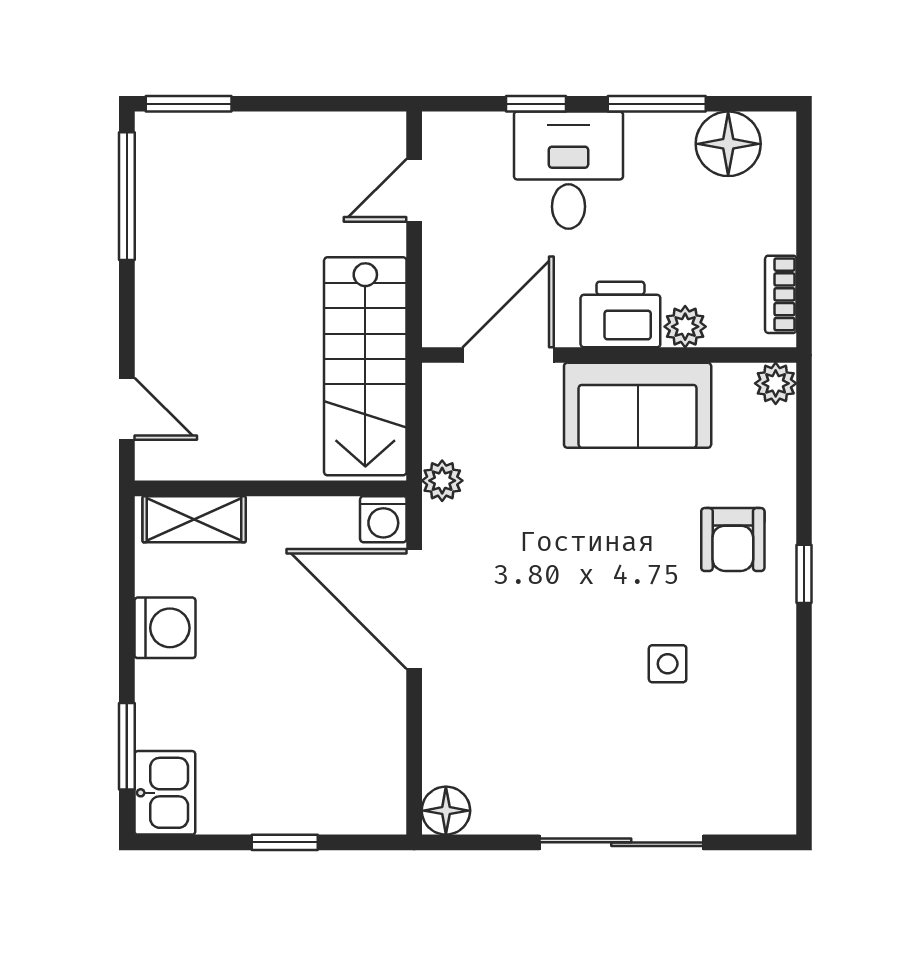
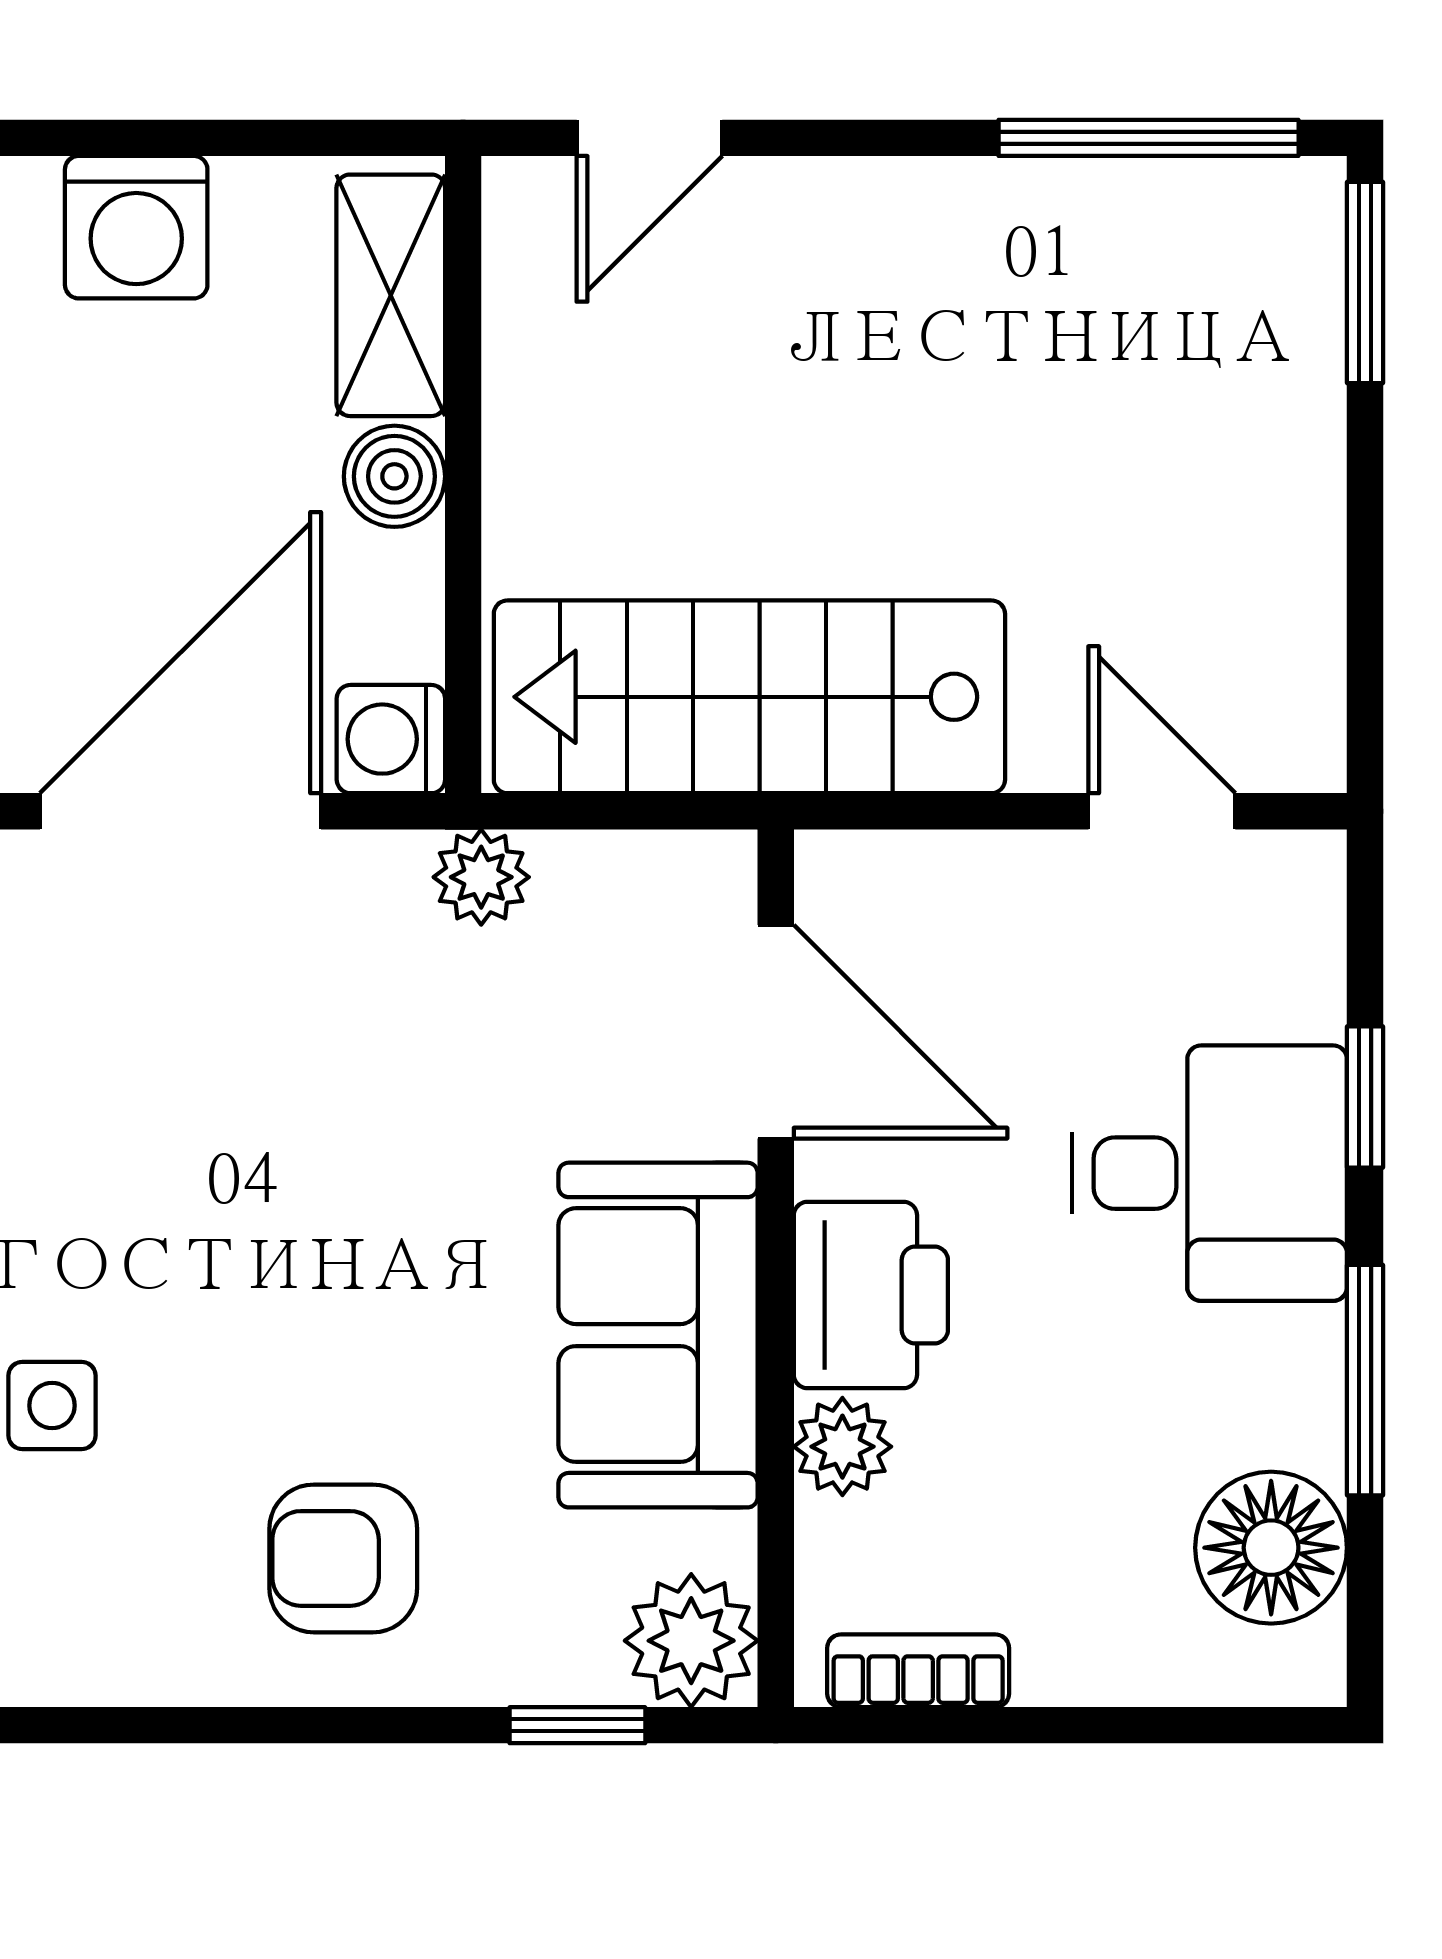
plant: (776, 383) -> (691, 1641), width x1.38, depth x1.38
boiler: (271, 518) -> (394, 476), added
window: (804, 574) -> (577, 1725), moved

